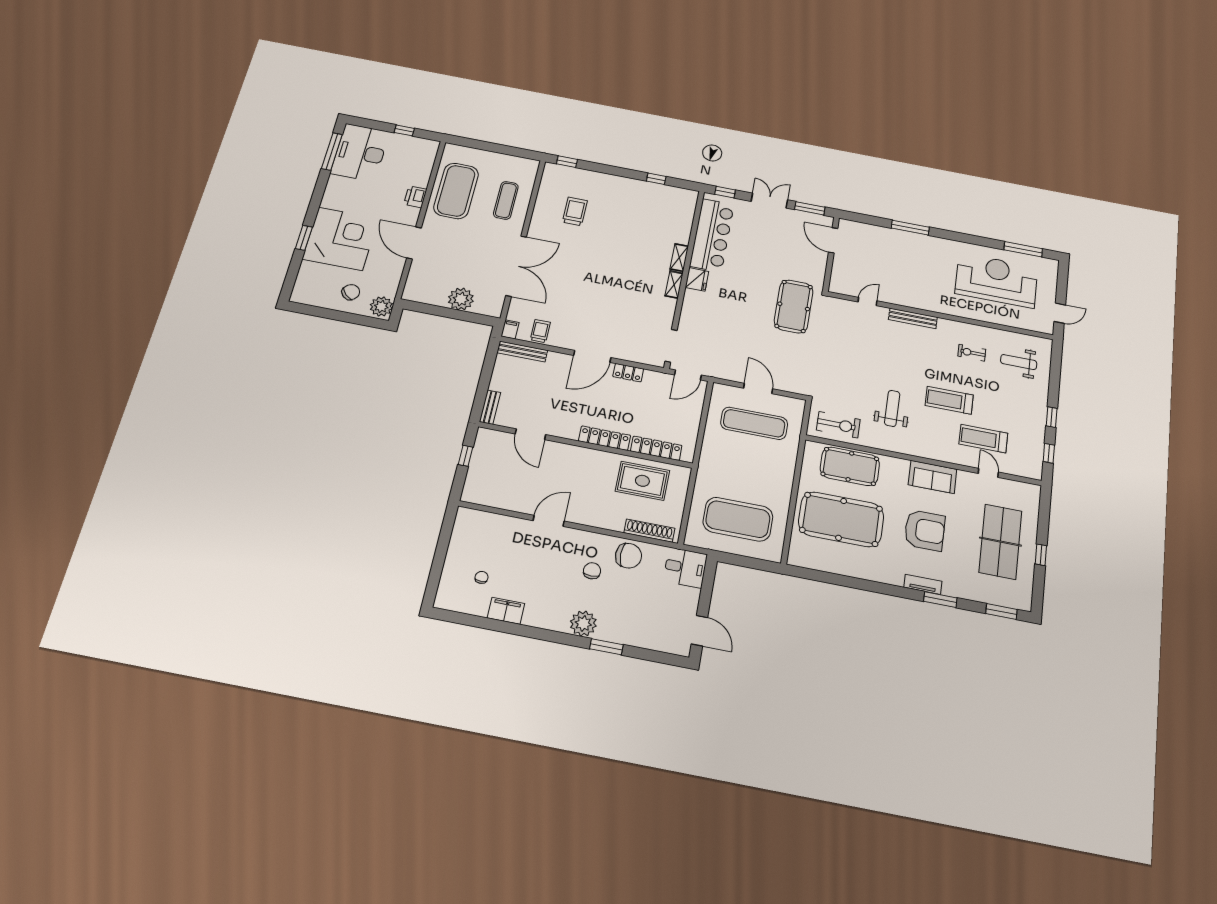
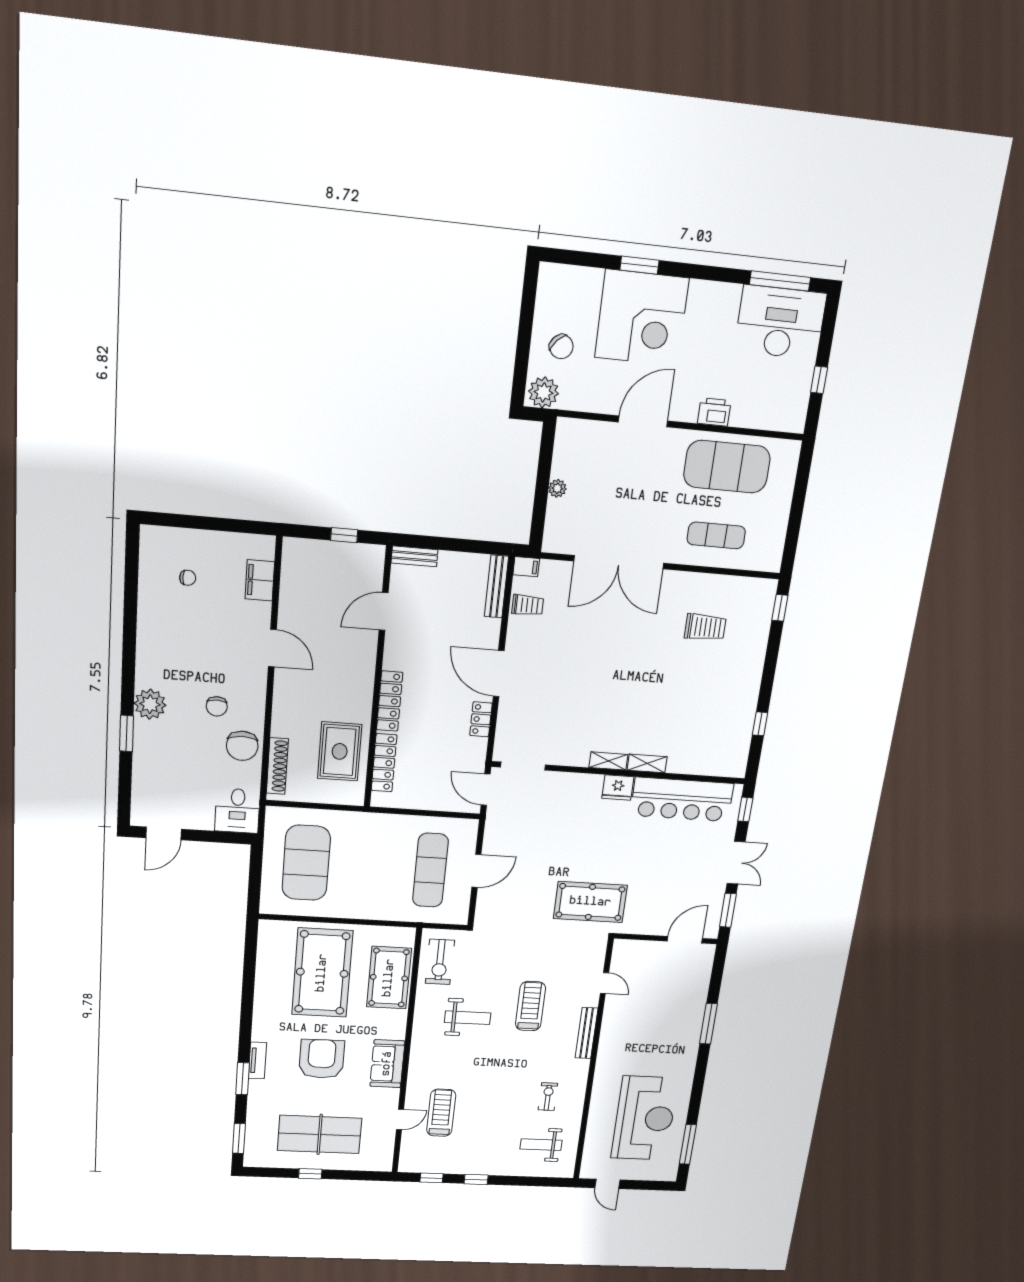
plant: (461, 299) -> (557, 488), width x0.53, depth x0.53
weight bench: (1019, 362) -> (541, 1145), turned -90
treadmill: (949, 400) -> (530, 1006), moved
armchair: (925, 530) -> (322, 1059), turned 180
chair: (592, 571) -> (217, 706), turned 90
filing cabinet: (506, 611) -> (260, 580), moved, turned 180

